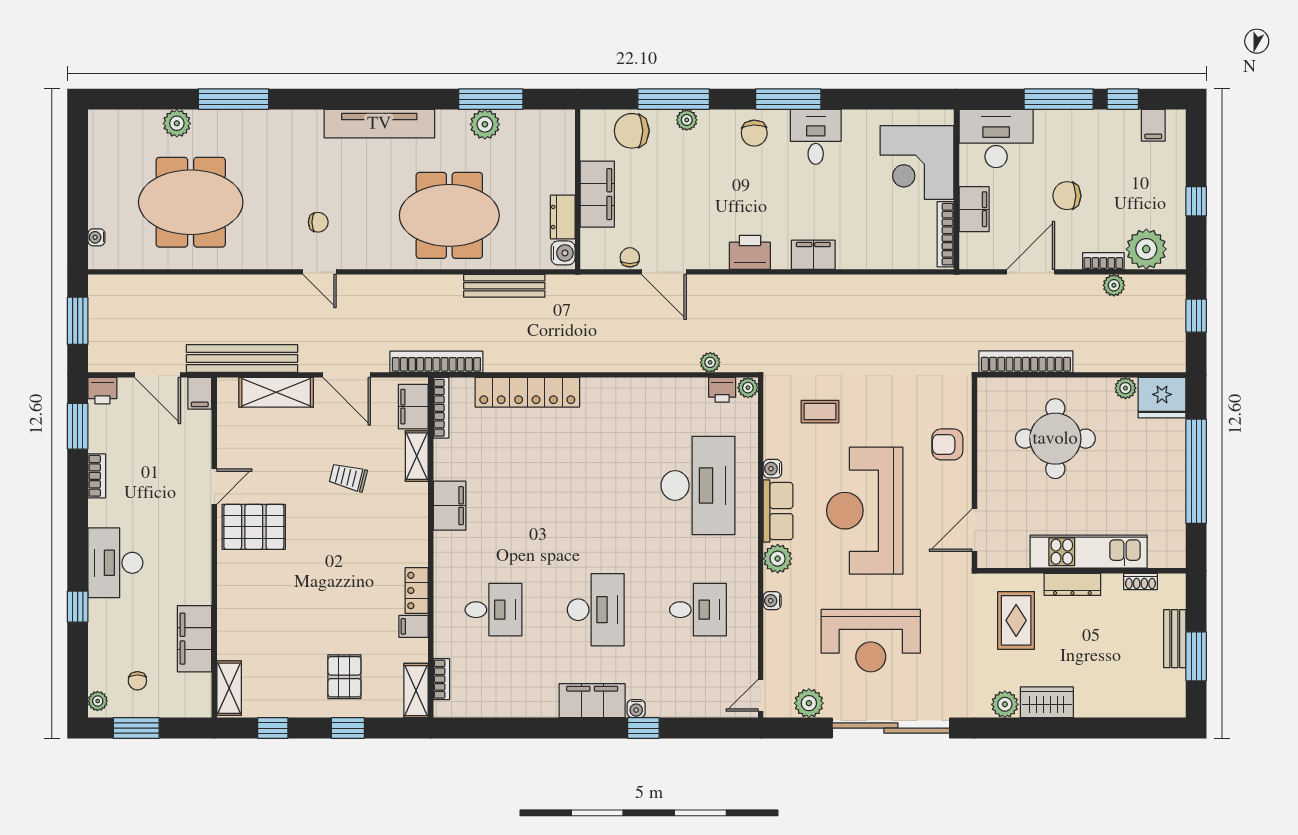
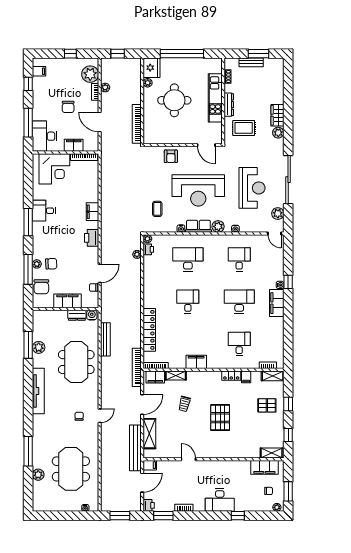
window: (1059, 99) -> (28, 123), moved
chair: (754, 133) -> (51, 264), moved
round table: (1055, 439) -> (174, 100), moved
desk: (596, 485) -> (188, 302), added
desk: (698, 485) -> (188, 259), width x0.73, depth x0.77
pallet: (254, 527) -> (220, 418), moved
filing cabinet: (195, 639) -> (264, 467), moved

